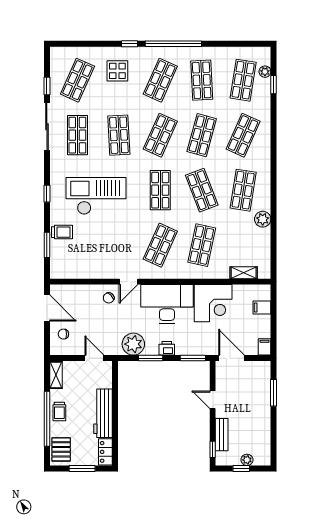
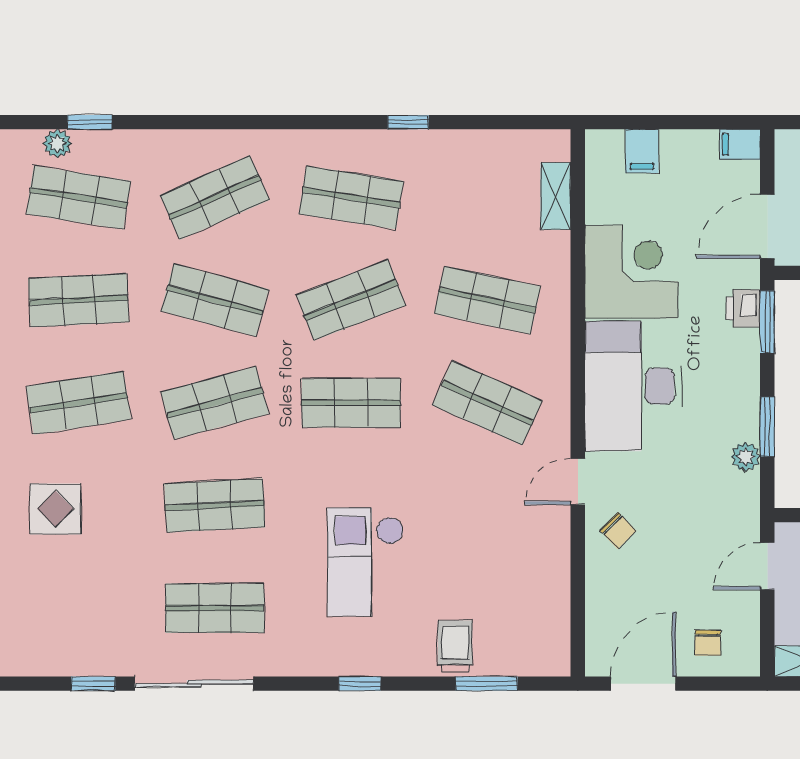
shop shelf: (77, 80) -> (78, 608), removed
shop shelf: (160, 80) -> (78, 403), turned -33
shop shelf: (160, 135) -> (215, 403), turned -39
shop shelf: (243, 135) -> (215, 197), turned -48
checkout: (96, 196) -> (365, 562), width x0.73, depth x0.83
window: (274, 213) -> (408, 122), added
plant: (263, 219) -> (423, 149), removed
door: (129, 282) -> (578, 481), swing flipped
plant: (133, 344) -> (746, 457), width x0.53, depth x0.53
printer: (167, 348) -> (743, 308), moved

